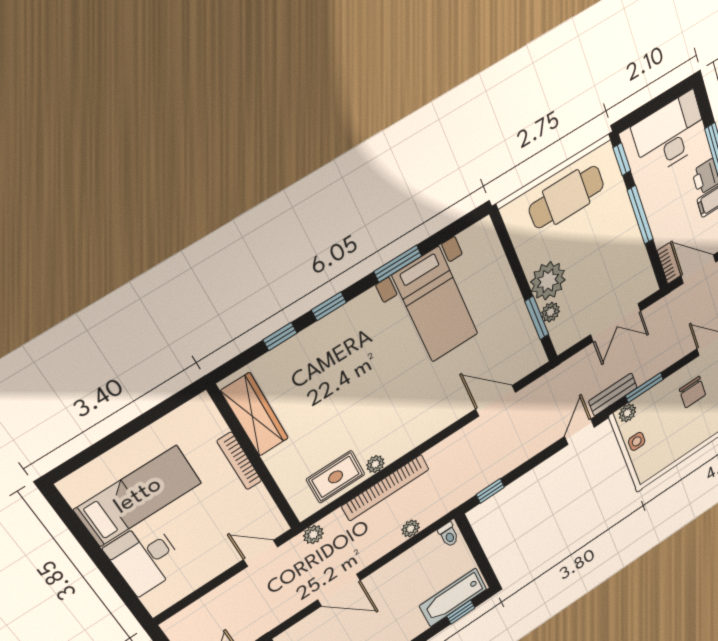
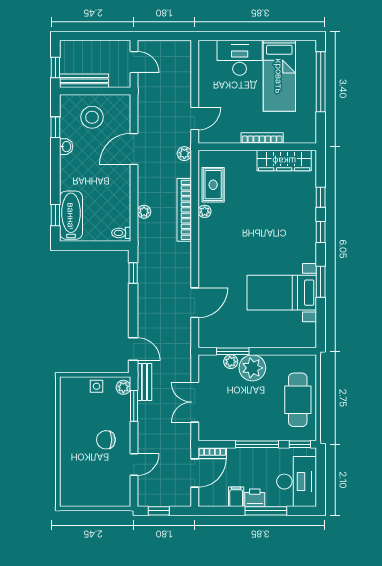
window: (112, 440) -> (321, 82), added

